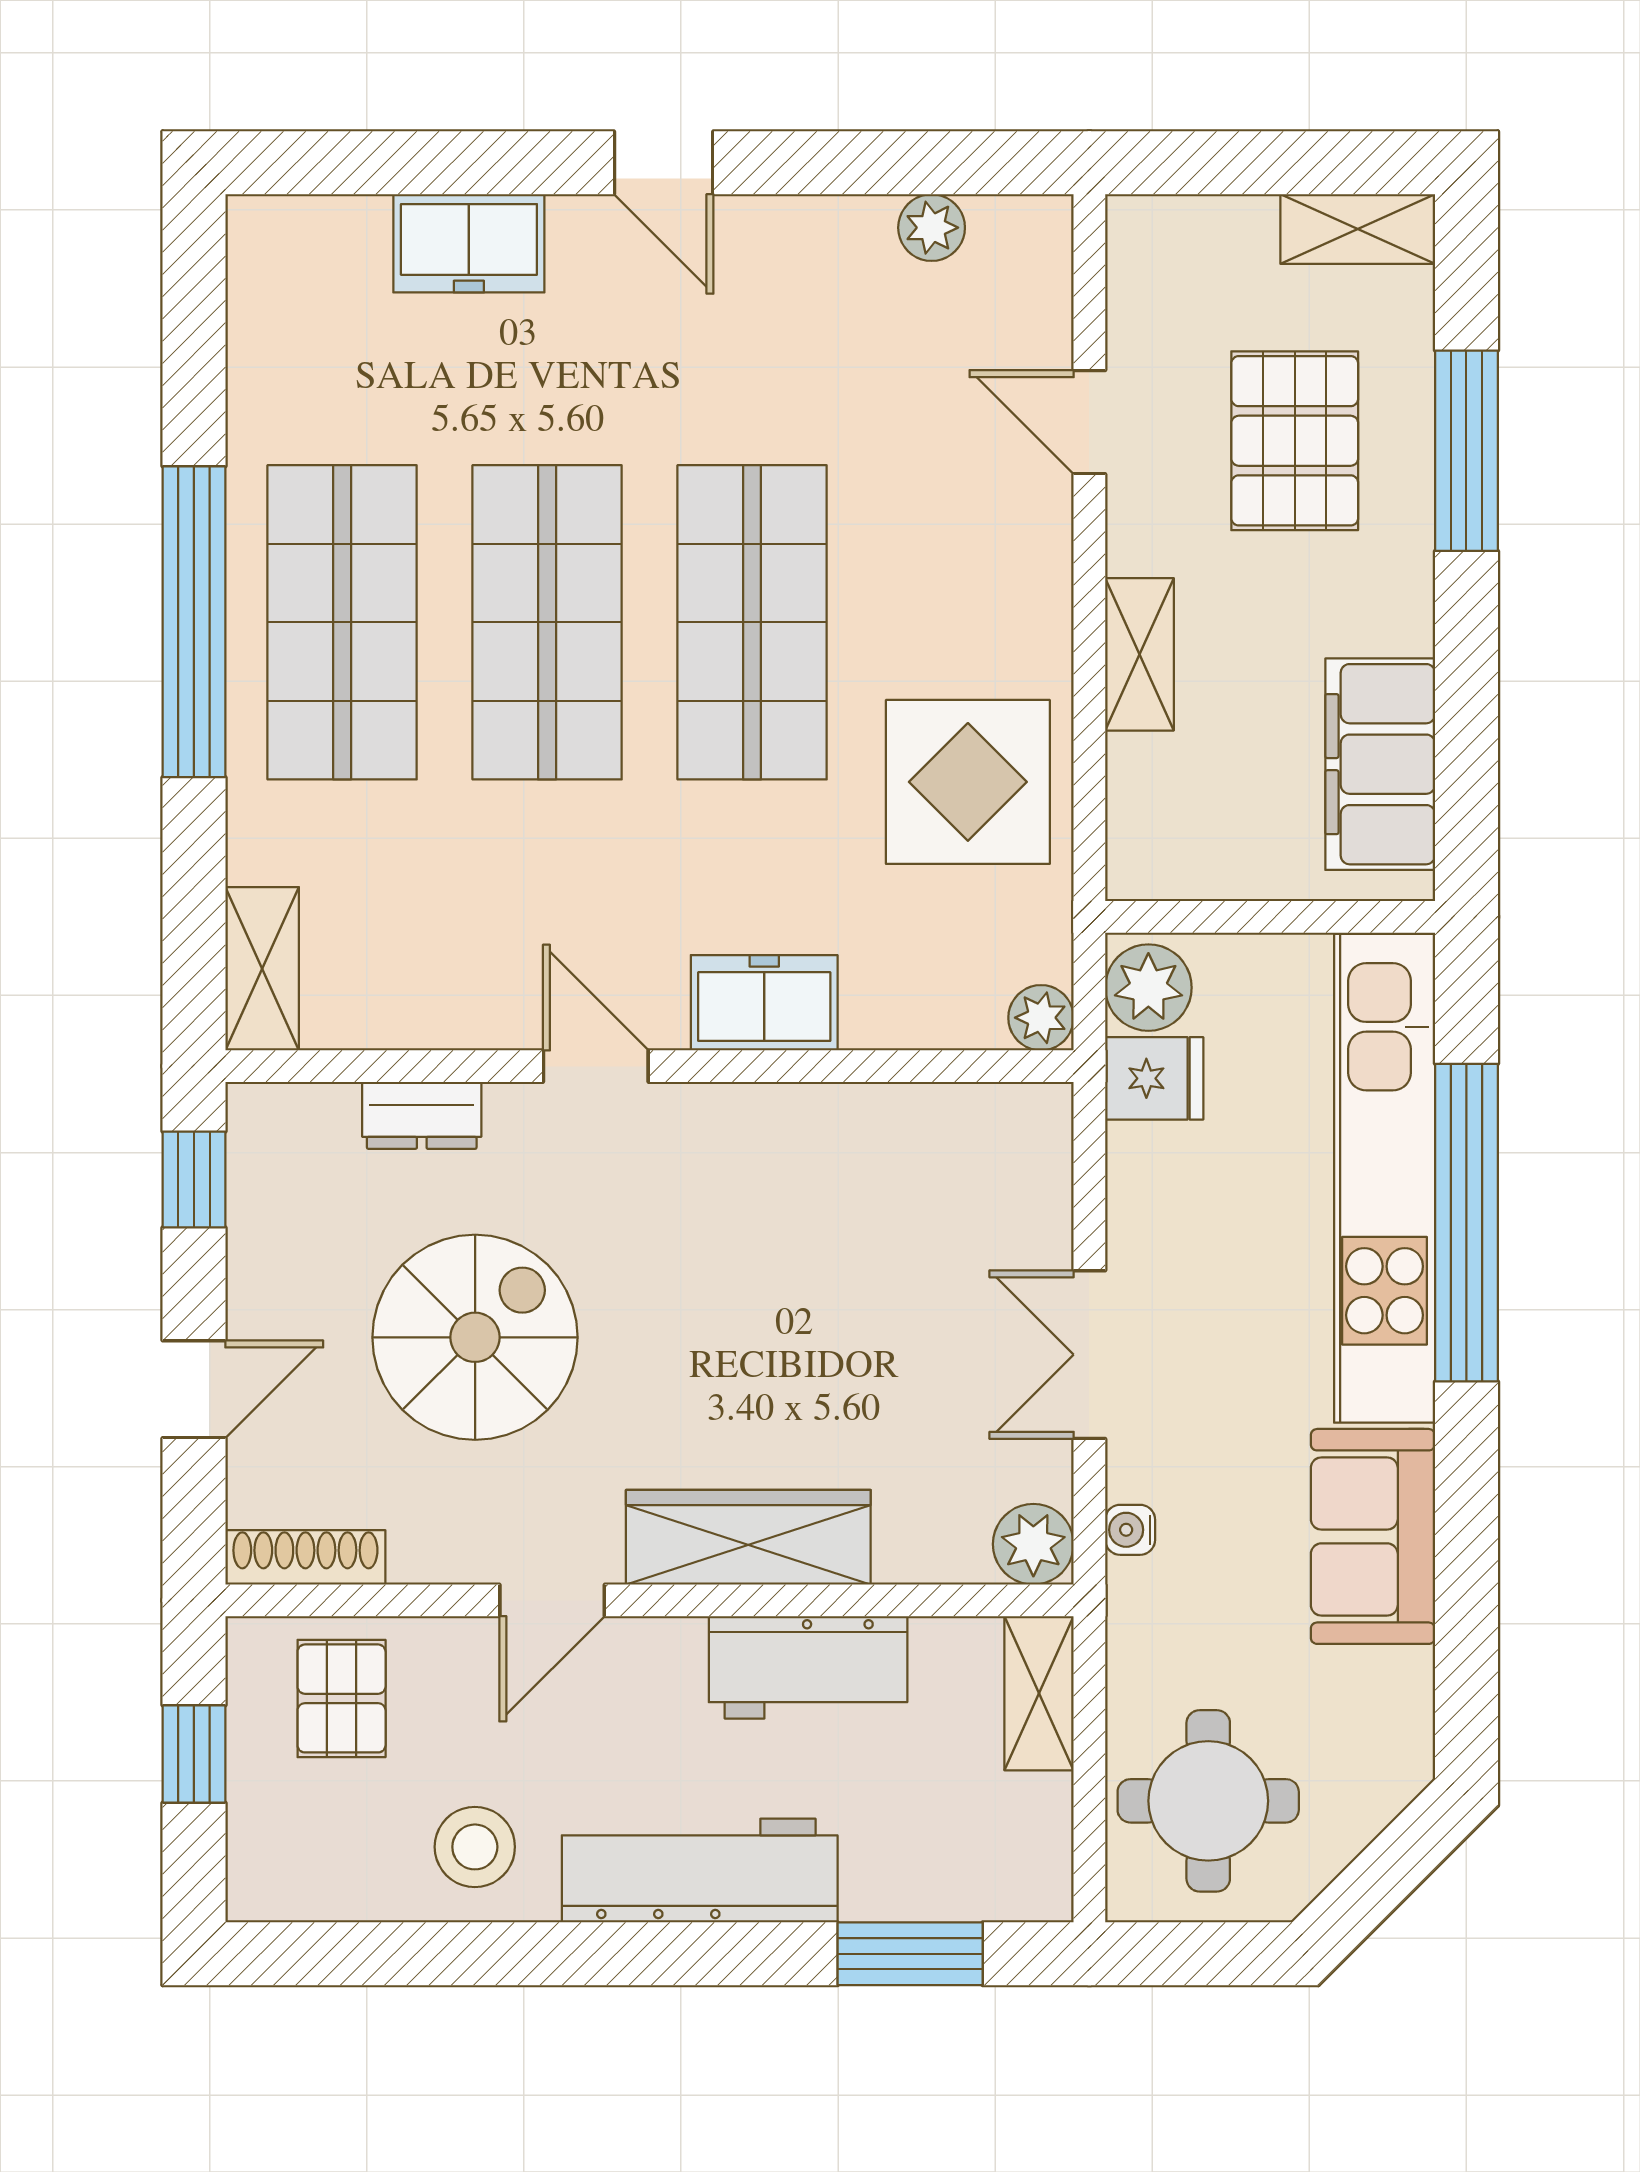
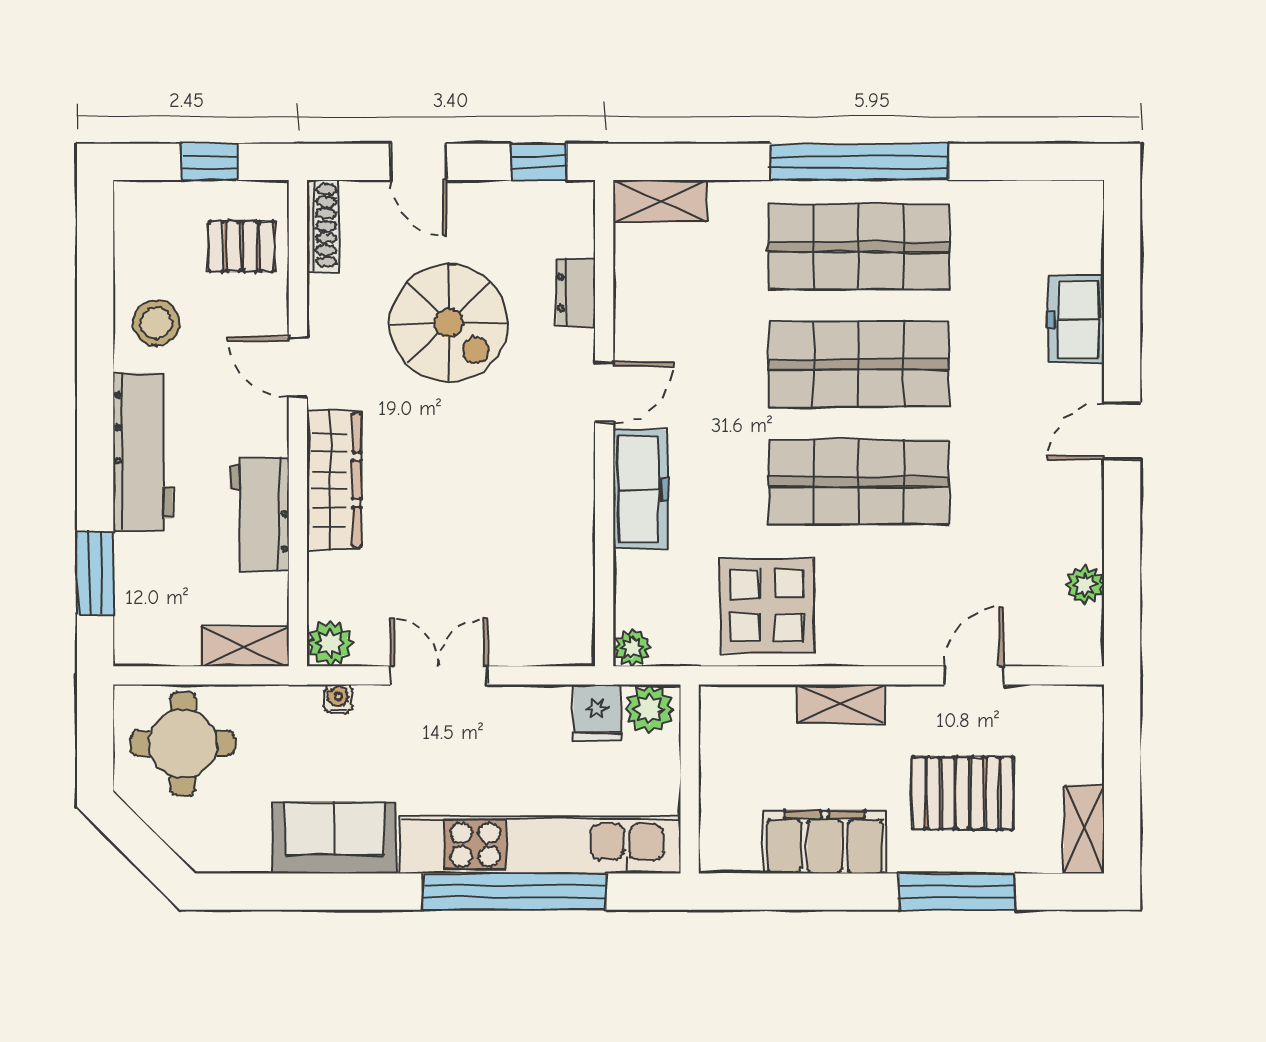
filing cabinet: (1380, 764) -> (824, 842), moved
freezer: (764, 1003) -> (640, 489), width x1.40

